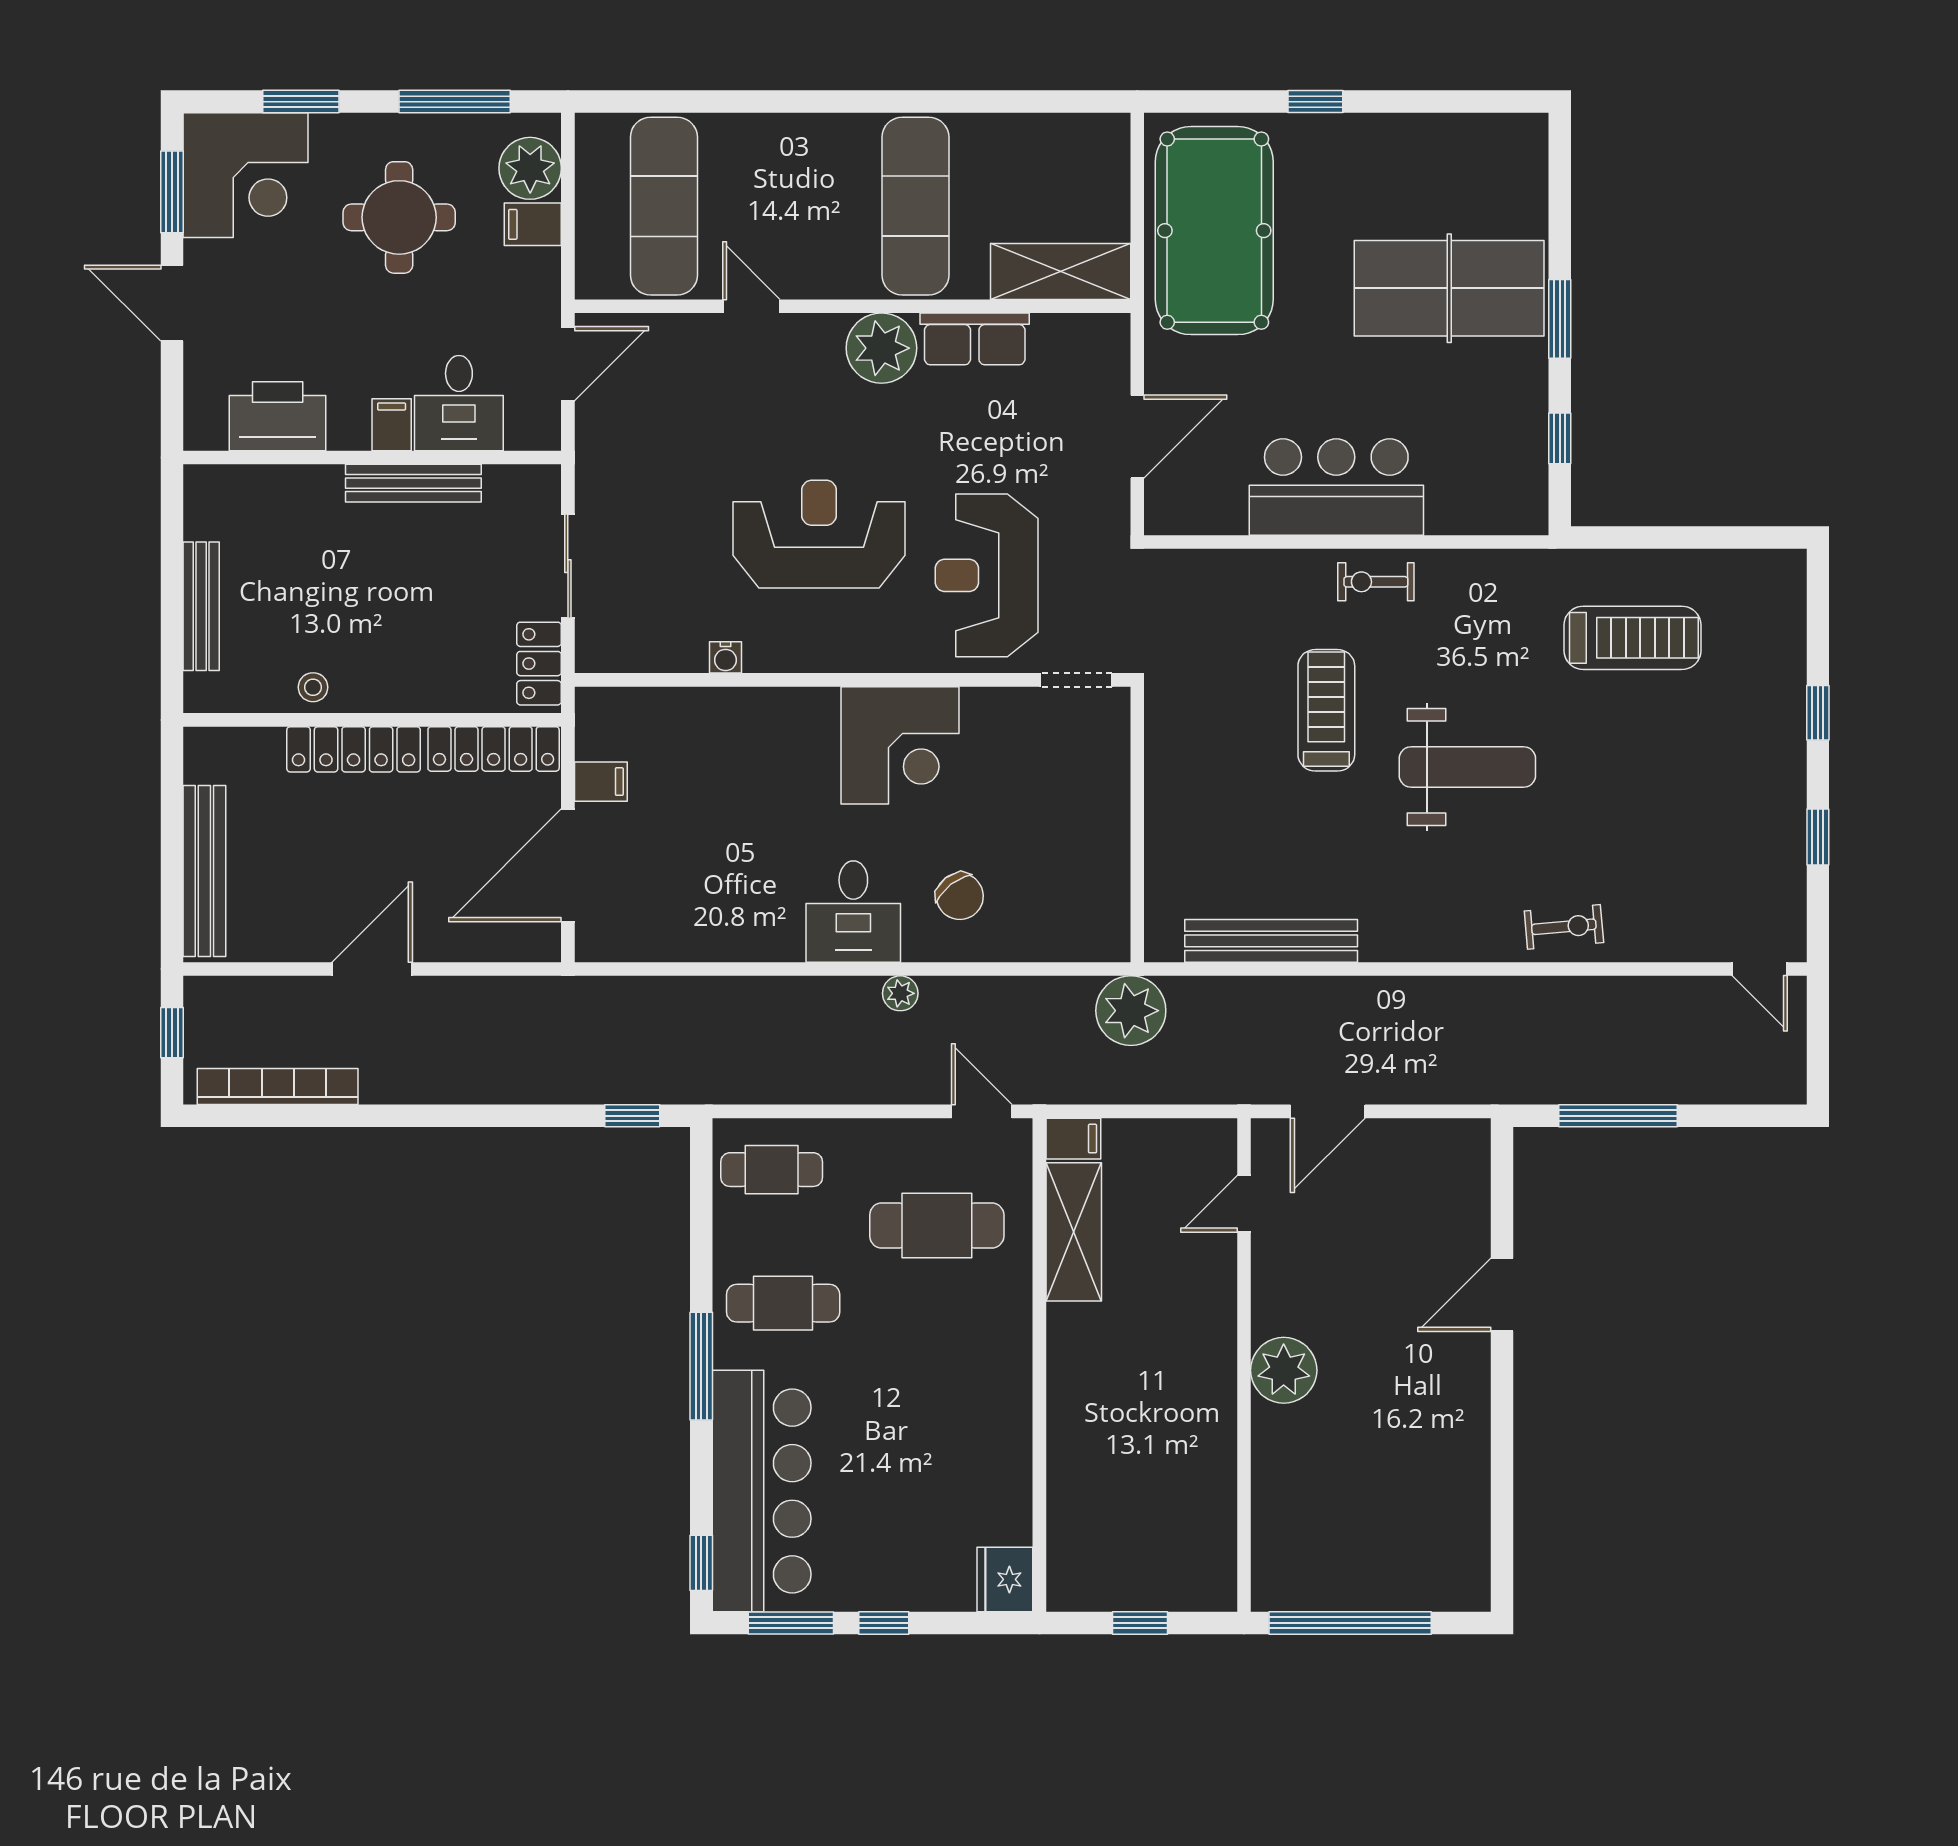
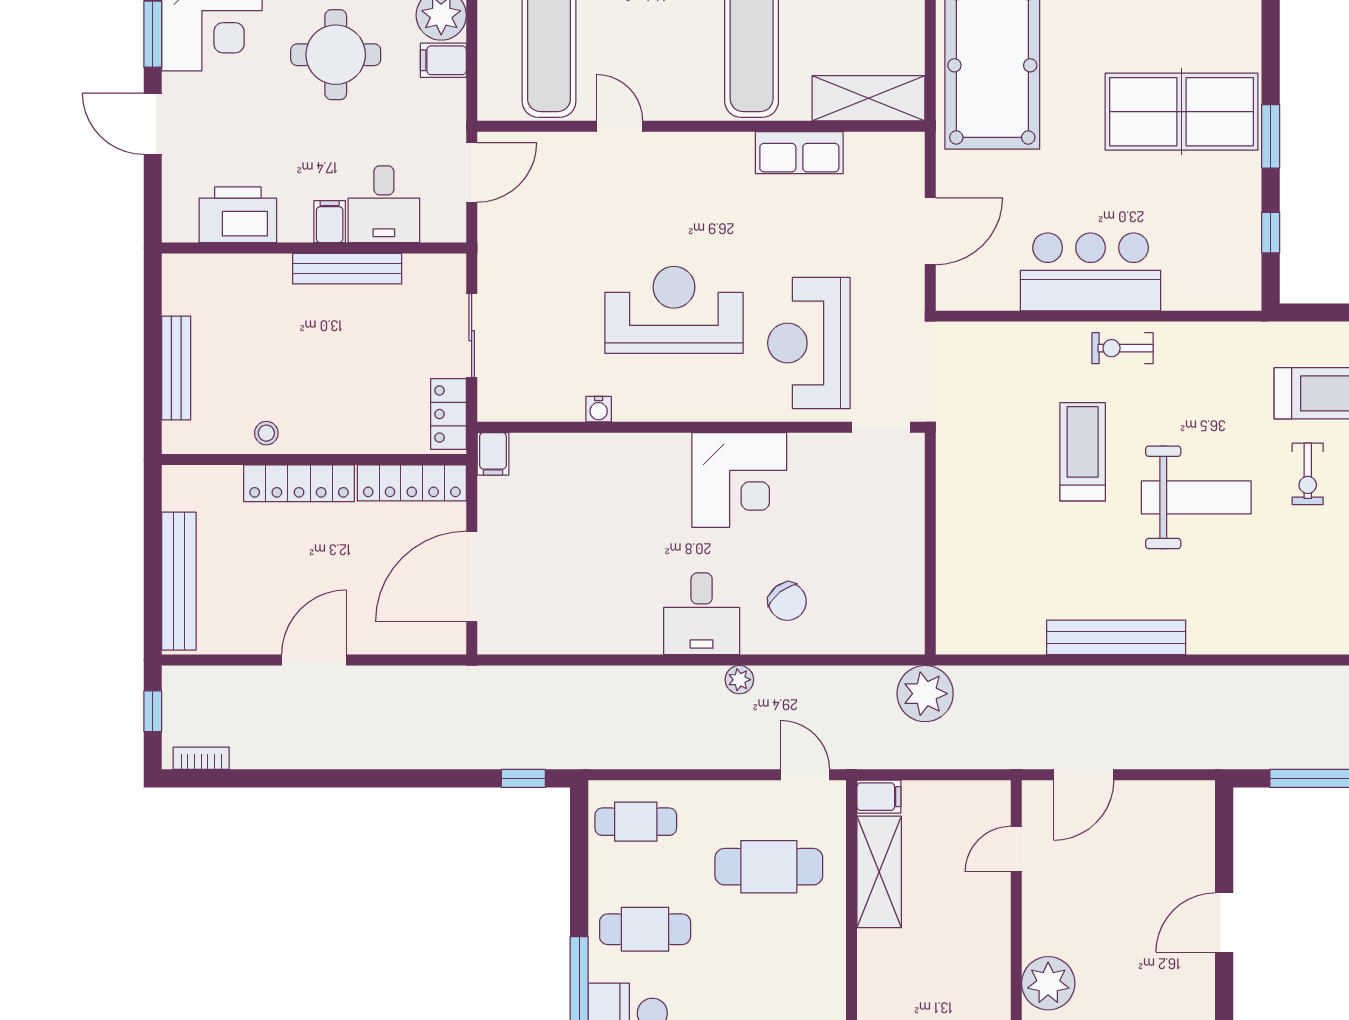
plant: (881, 348) -> (724, 160), removed
filing cabinet: (601, 782) -> (493, 454), moved, turned 90
exercise bike: (1564, 927) -> (1308, 474), moved, turned 95
bench: (1271, 941) -> (1116, 637), moved
bookcase: (278, 1086) -> (201, 758), width x0.43, depth x0.76

